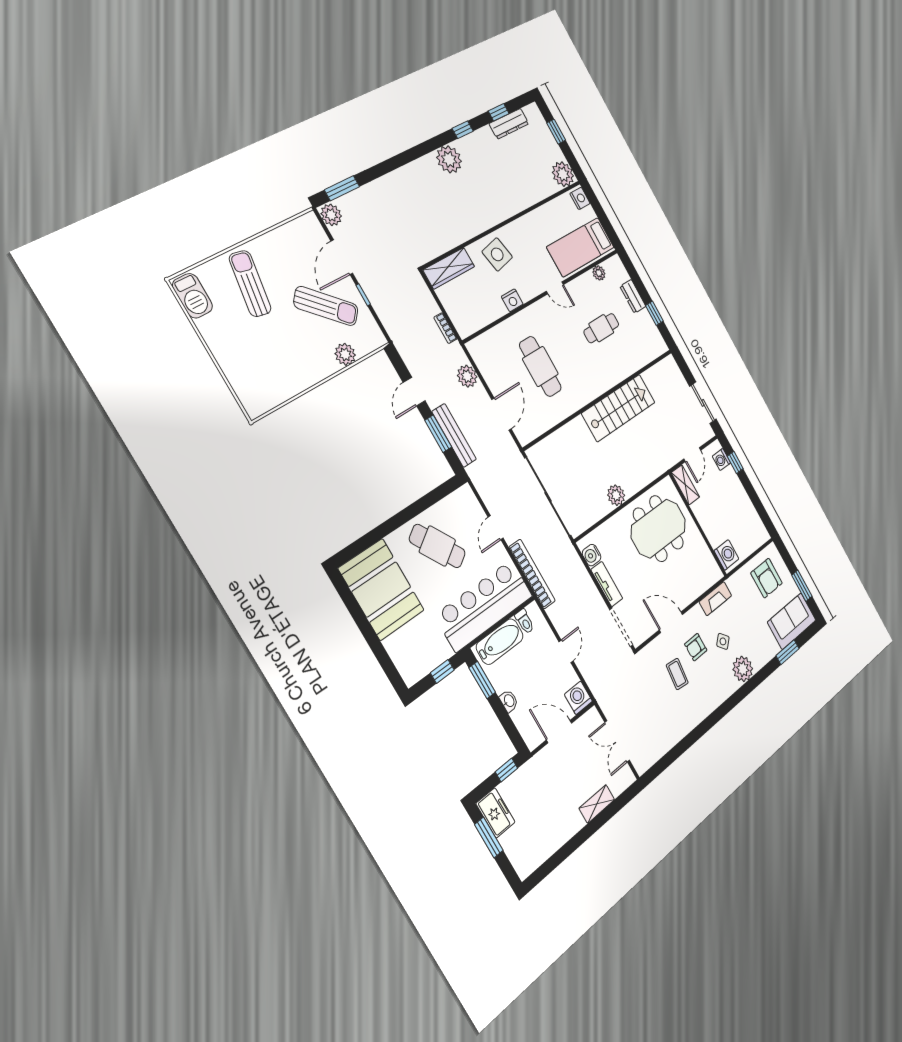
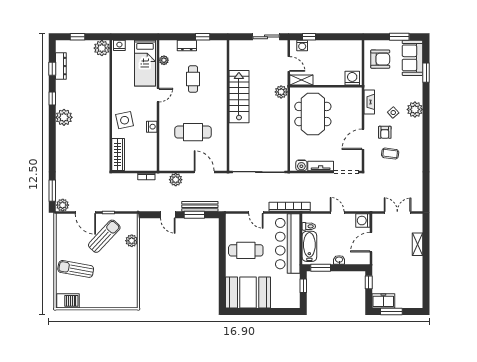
plant: (616, 495) -> (281, 92), moved
cafe table: (437, 546) -> (246, 250), turned 33
double door: (617, 741) -> (397, 212), swing flipped

